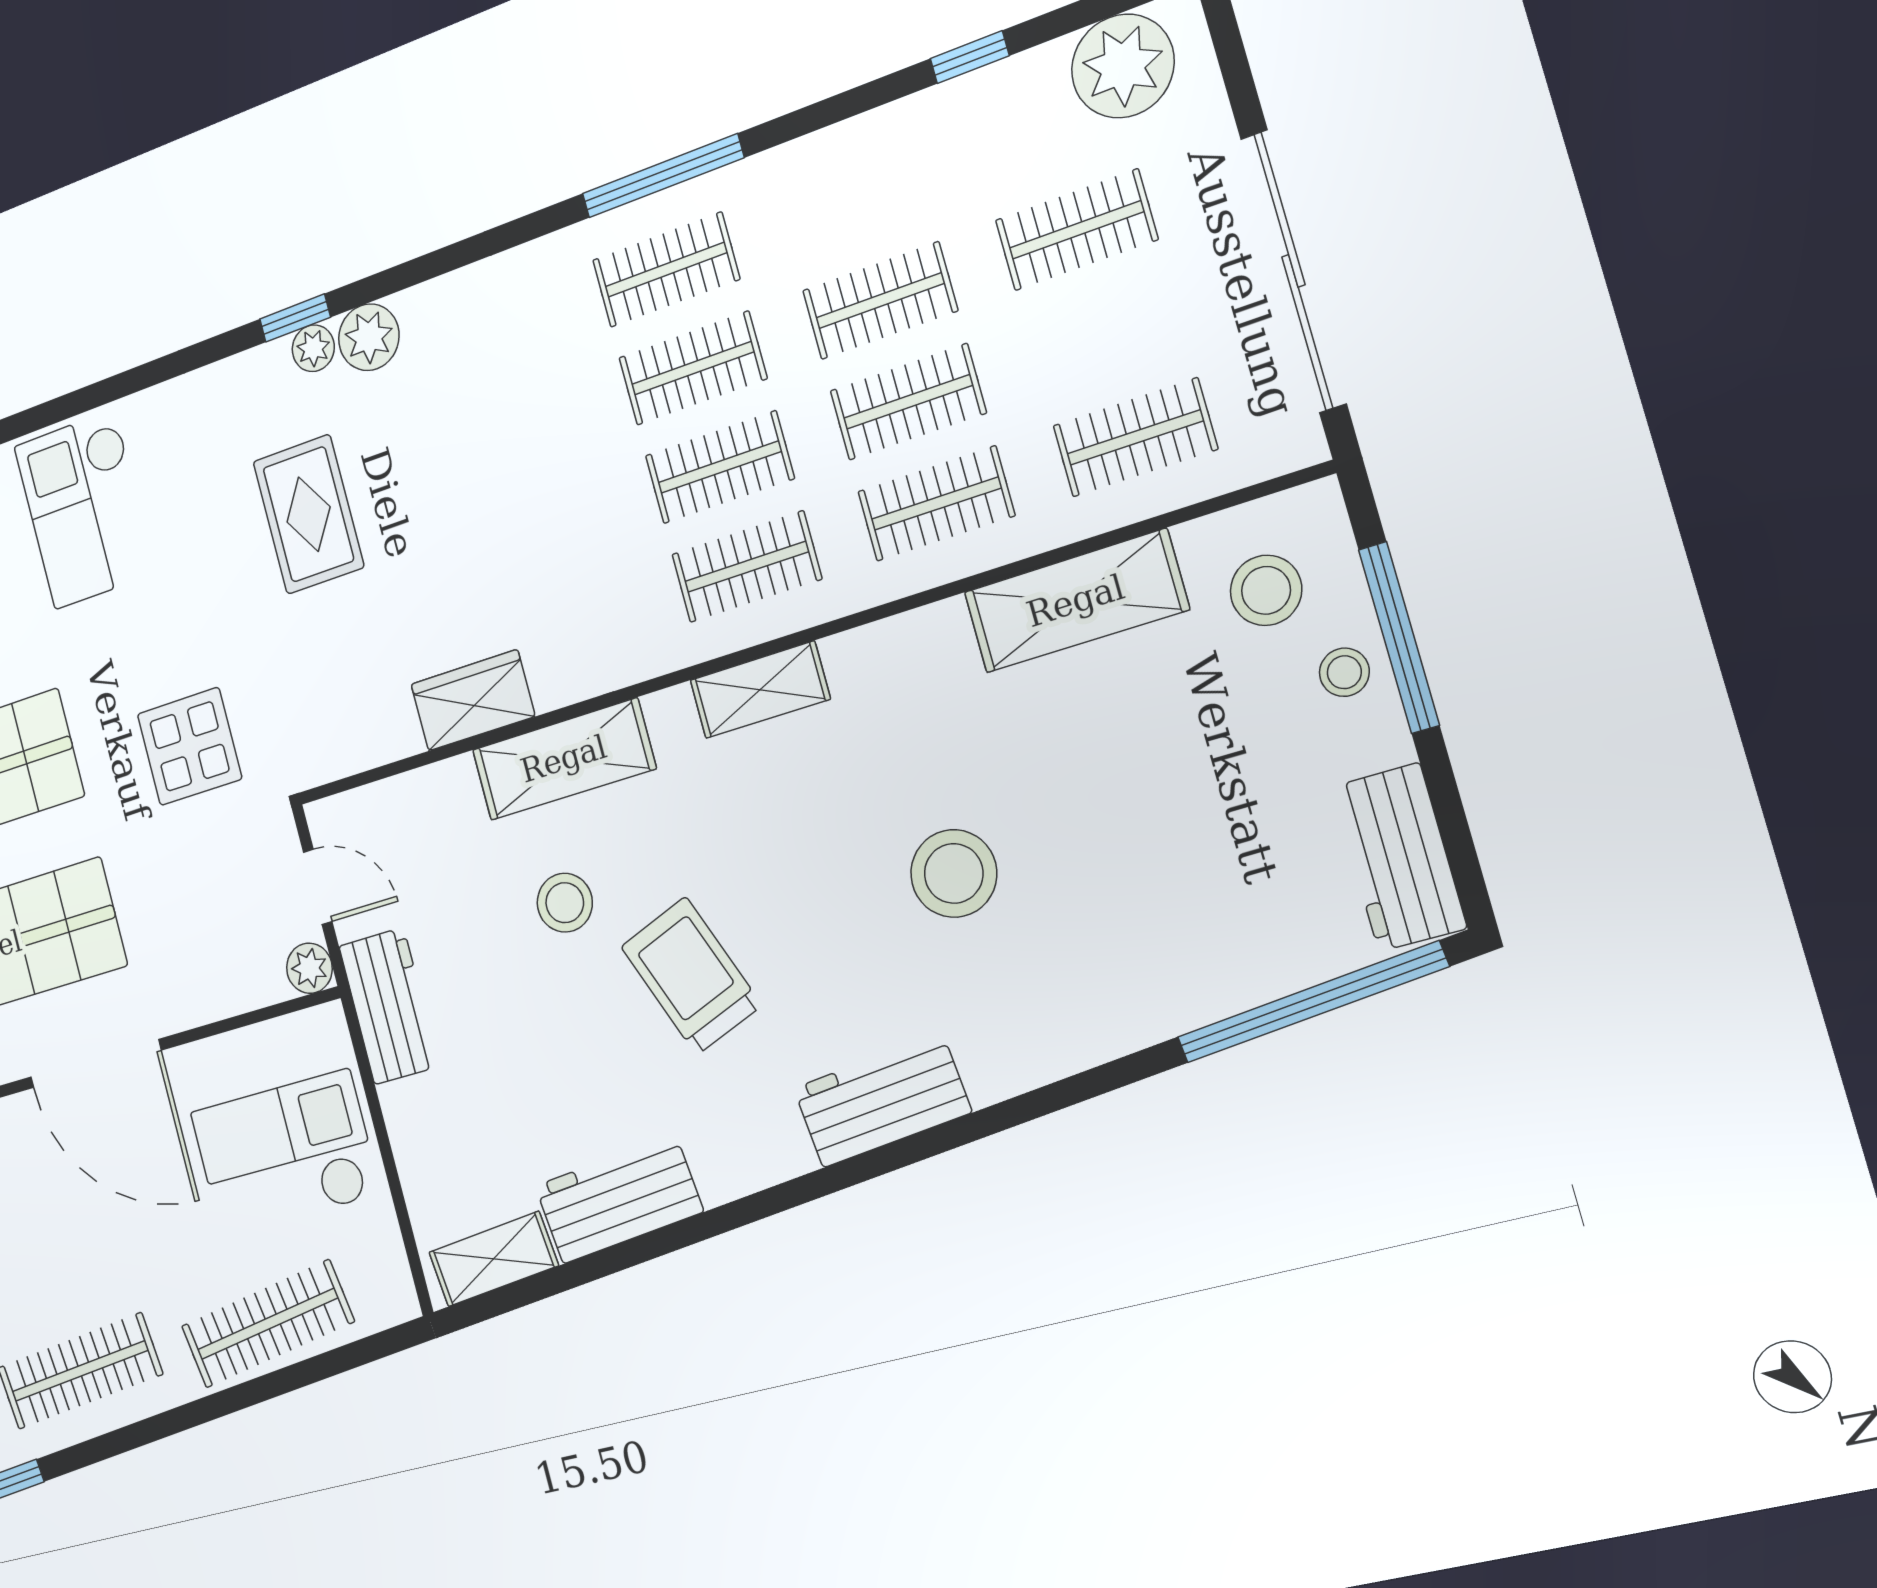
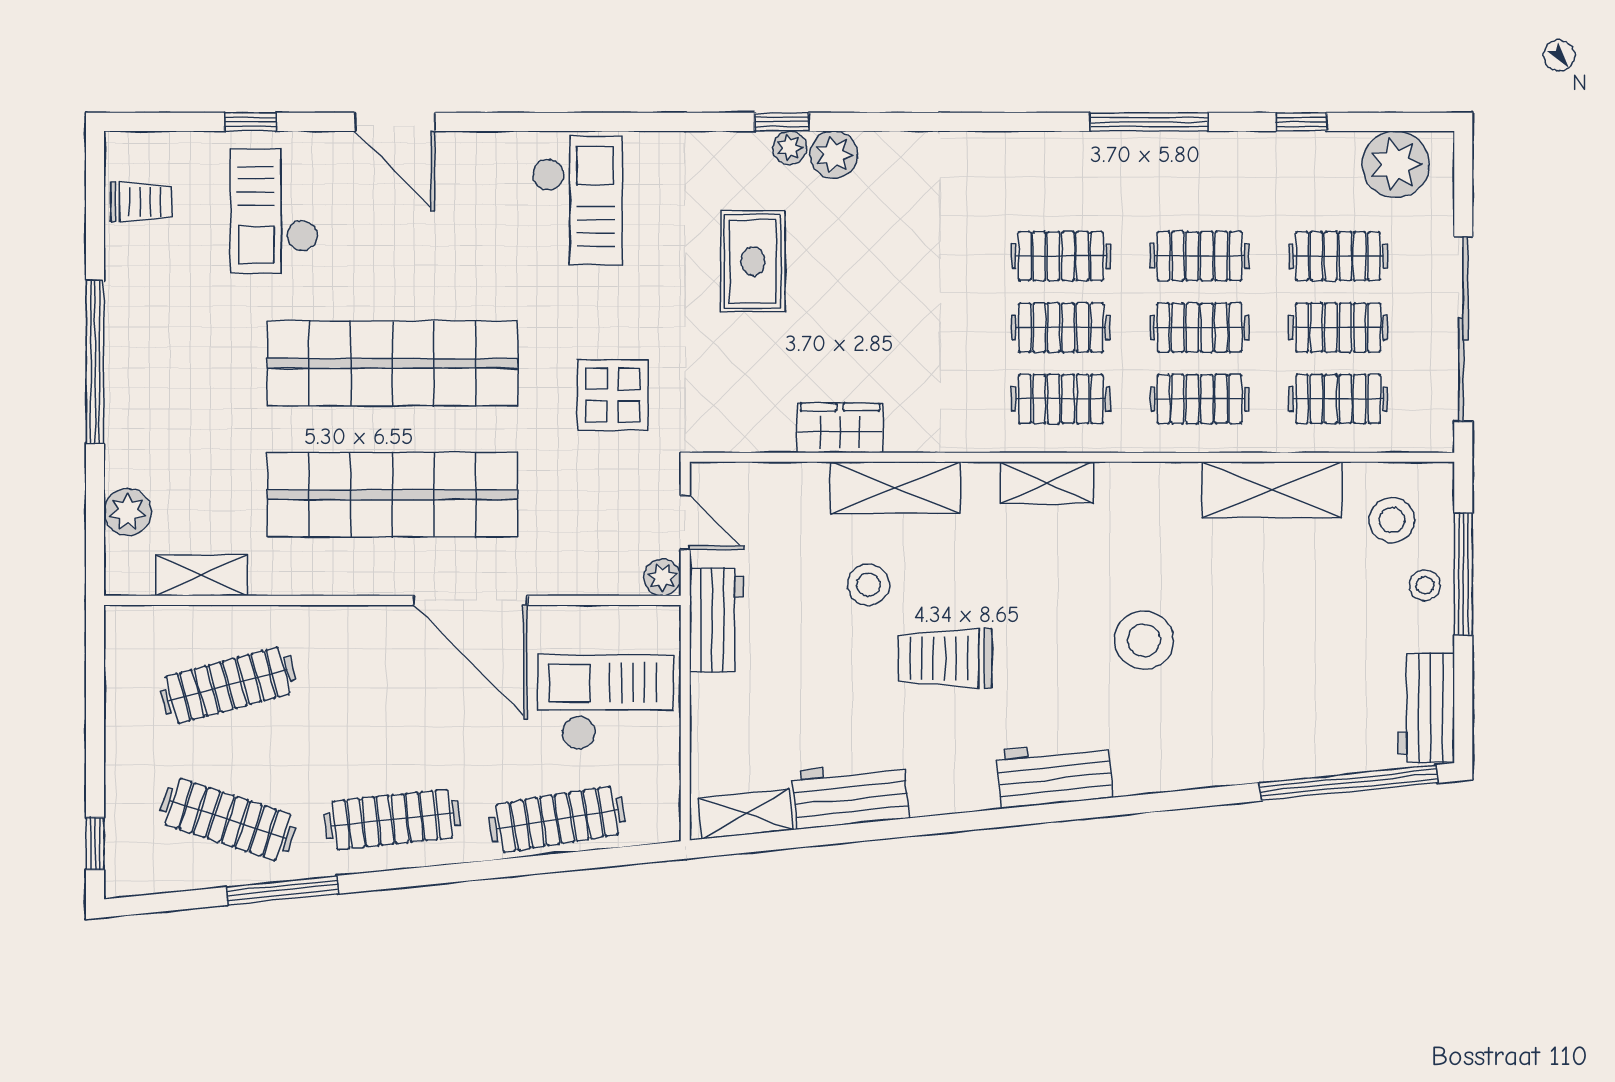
window: (663, 176) -> (1149, 122), moved
clothes rail: (666, 270) -> (1338, 328), moved
checkout: (85, 509) -> (577, 200), turned 180
trolley: (691, 976) -> (945, 658), turned -69

